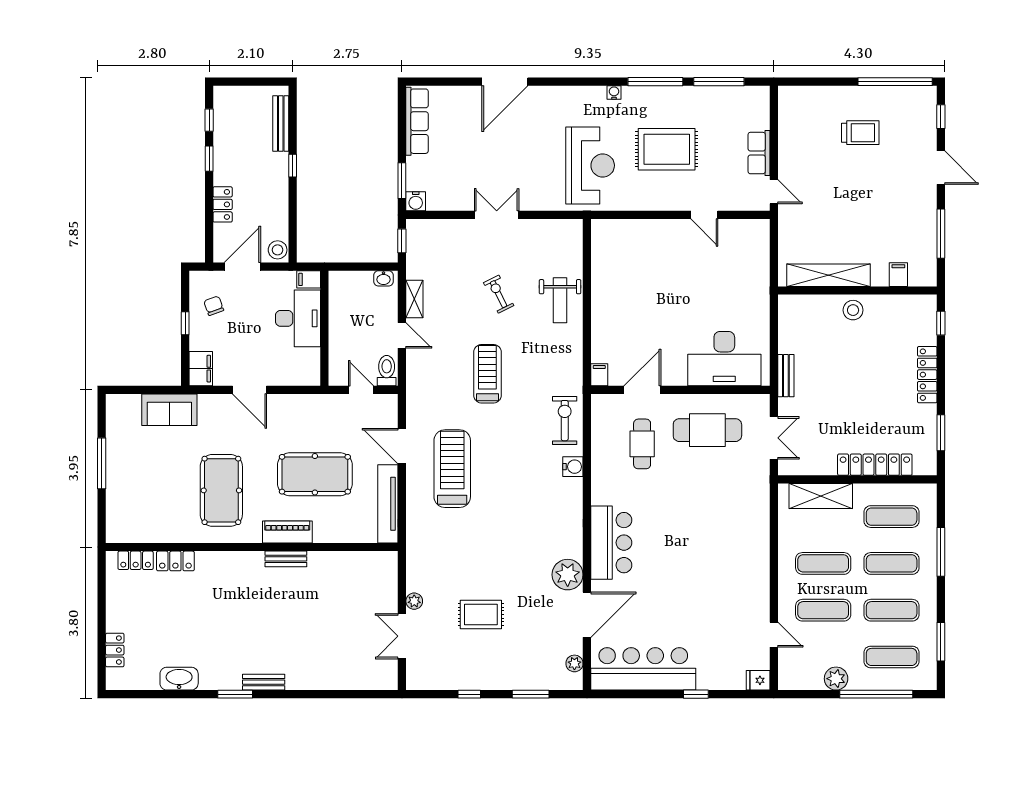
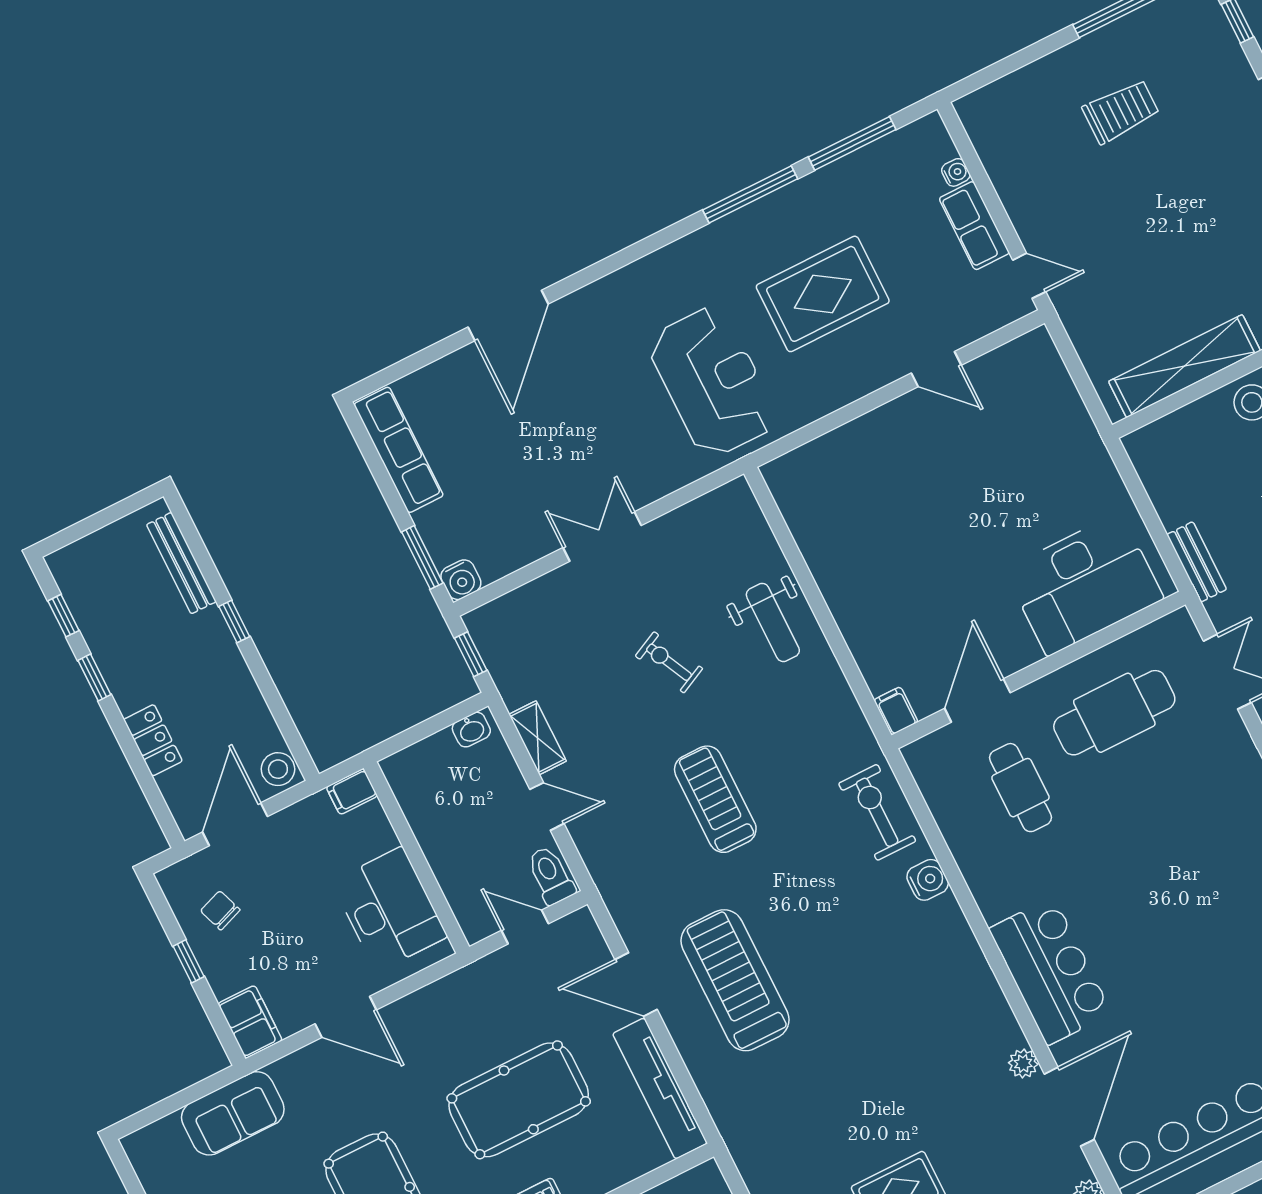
water cooler: (614, 92) -> (956, 172), moved, turned 90
desk: (298, 318) -> (389, 909), moved
plant: (568, 575) -> (1023, 1063), width x0.53, depth x0.53

